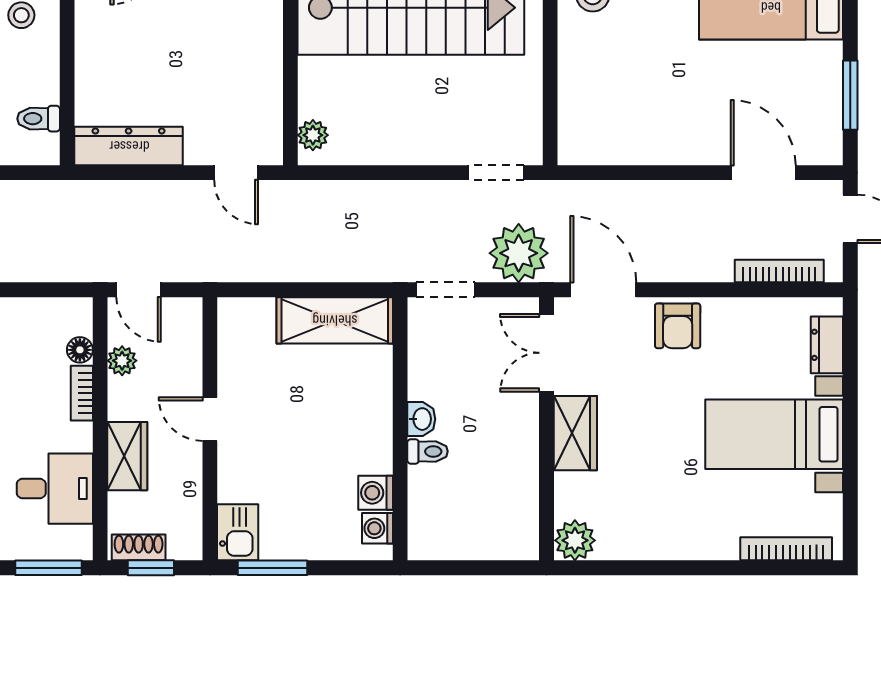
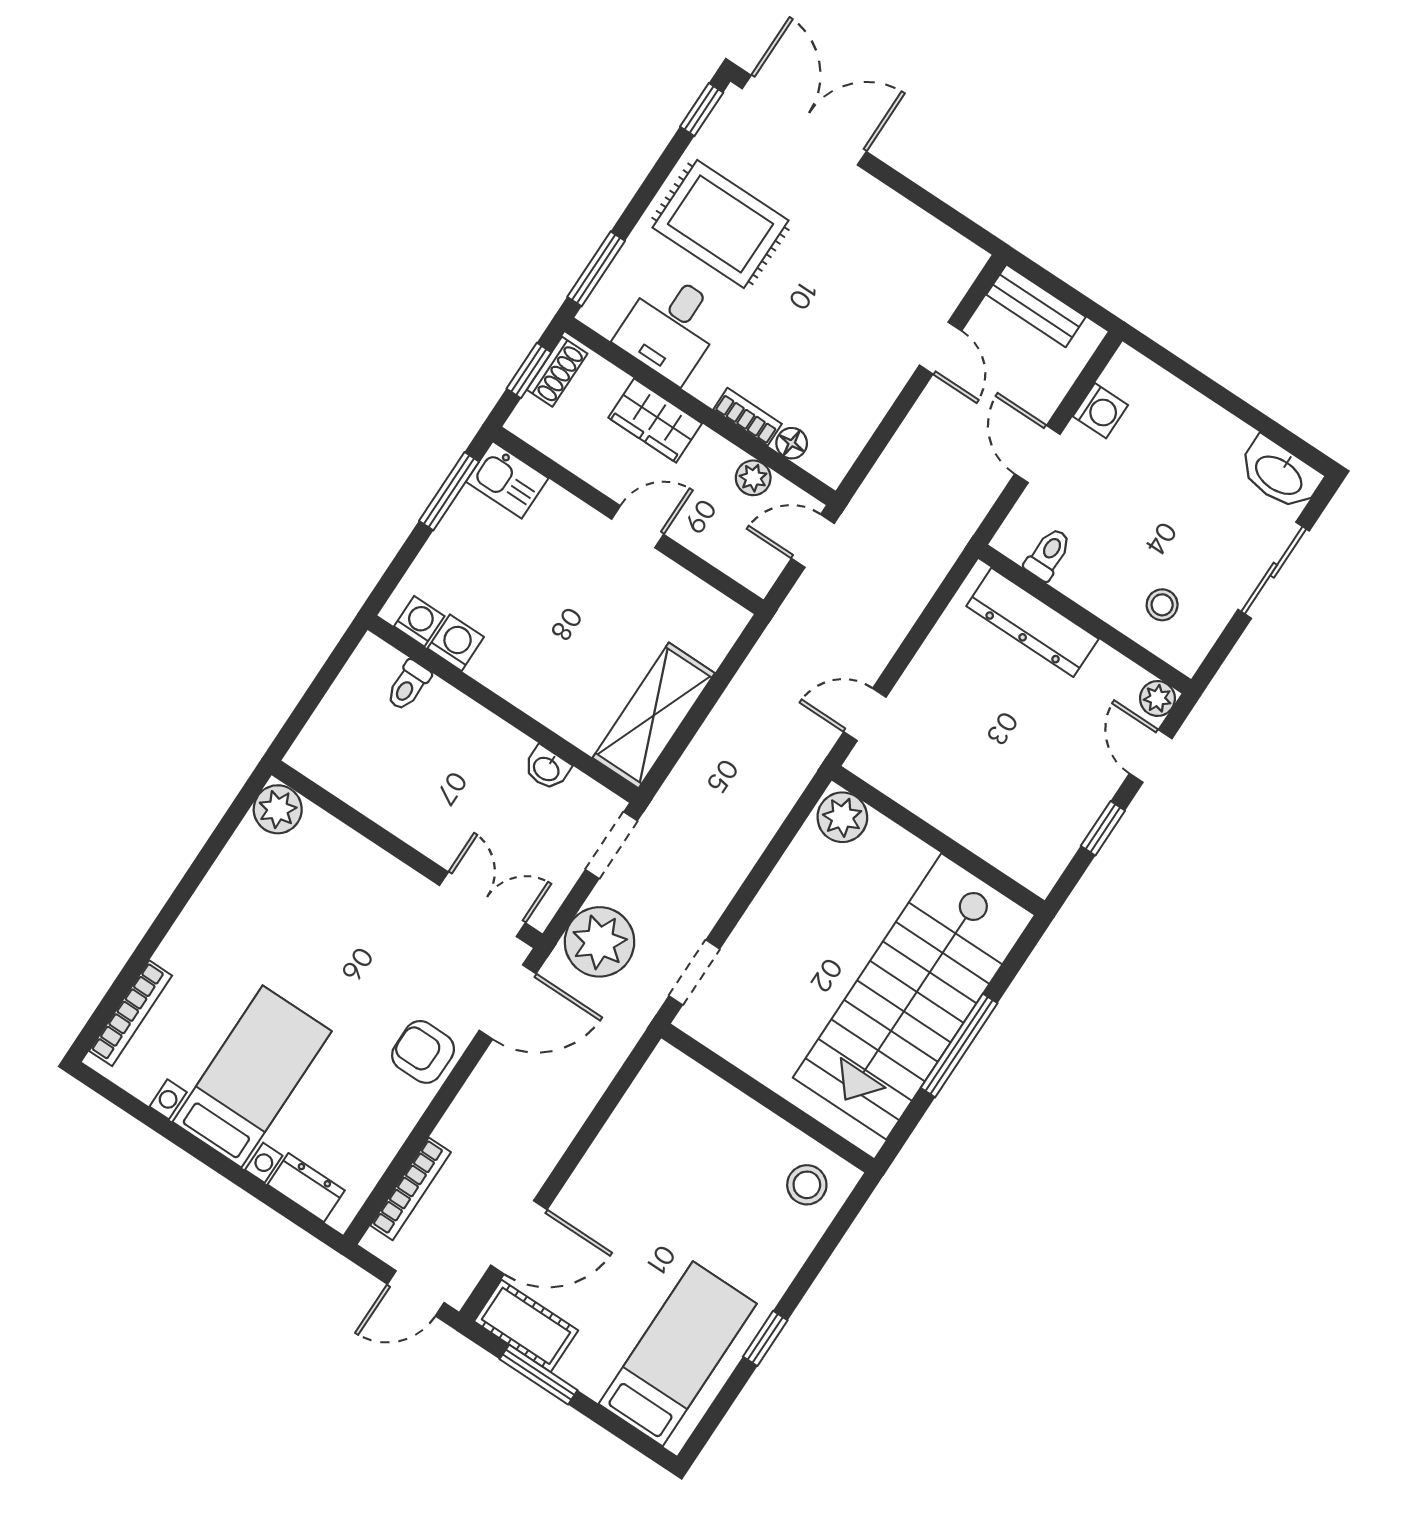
cot: (822, 127) -> (526, 1326), added
plant: (313, 135) -> (842, 817), width x1.38, depth x1.38
dresser: (129, 146) -> (1032, 622), moved, turned 90
washbasin: (421, 419) -> (547, 768), moved
wardrobe: (575, 433) -> (384, 880), removed
toilet: (428, 451) -> (408, 685), moved

